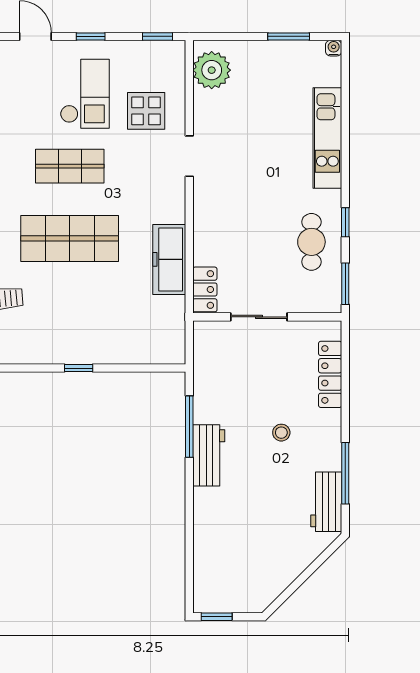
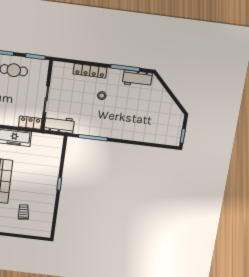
locker: (330, 374) -> (90, 71), moved
workbench: (209, 455) -> (59, 124), moved

